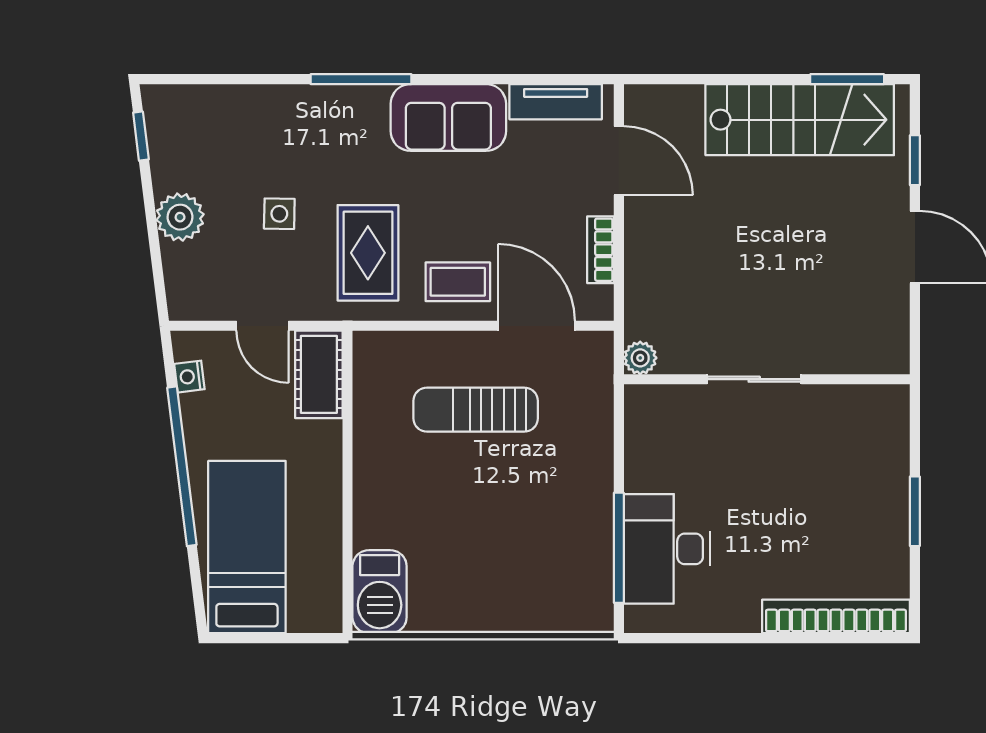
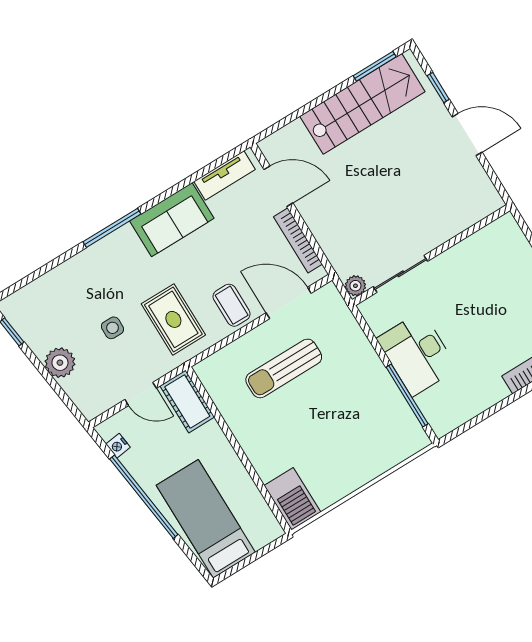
bookcase: (601, 250) -> (298, 240), width x1.56
coffee table: (458, 282) -> (232, 305), turned 90
sliding door: (754, 379) -> (401, 274), moved
desk: (667, 549) -> (417, 354), moved

